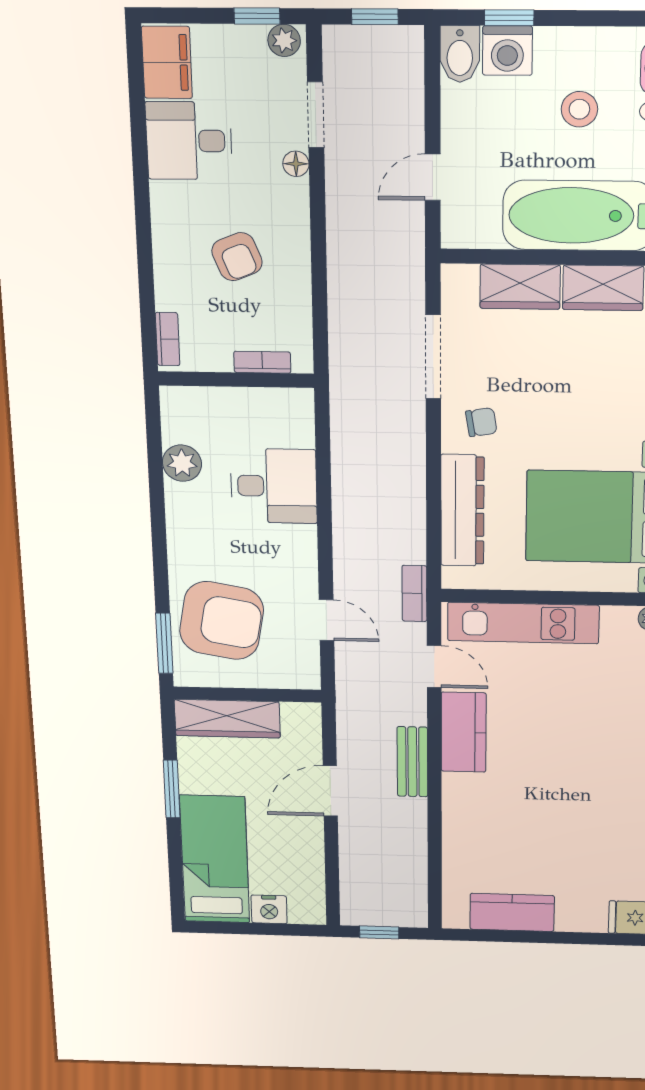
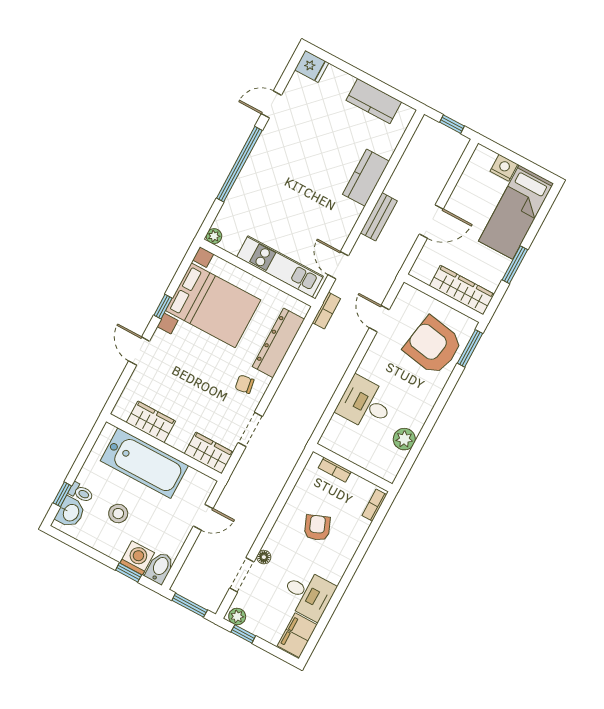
window: (375, 17) -> (190, 605), width x1.50
wardrobe: (520, 287) -> (209, 453), moved
doorway: (433, 357) -> (250, 429), width x0.73
kitchen counter: (464, 732) -> (366, 178), moved

